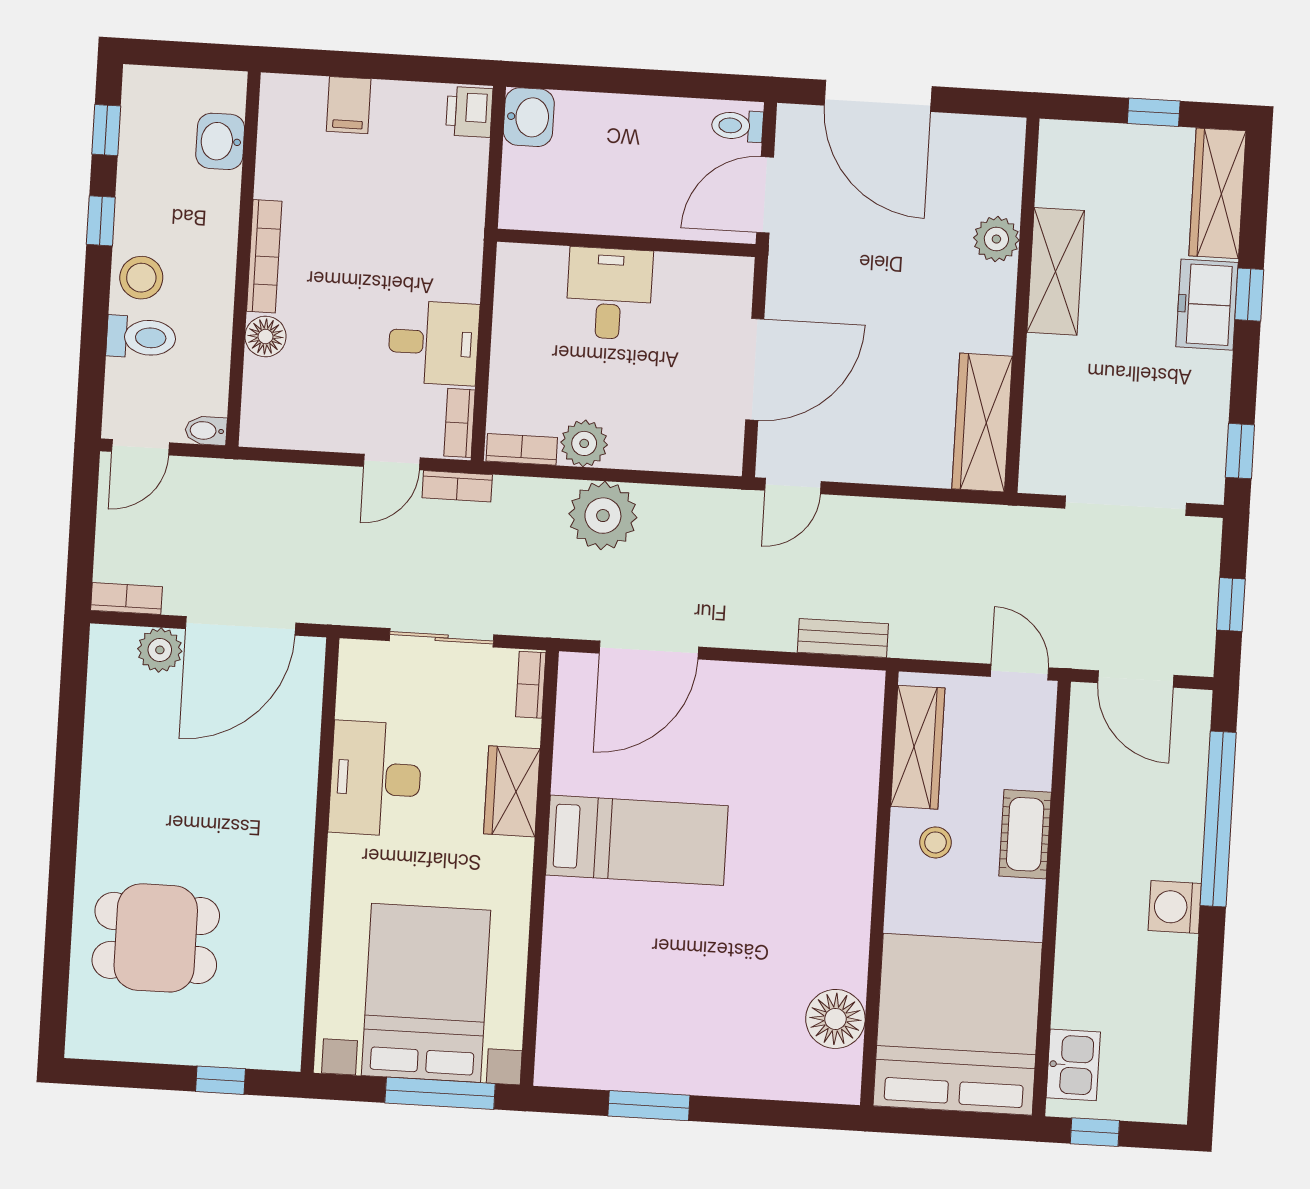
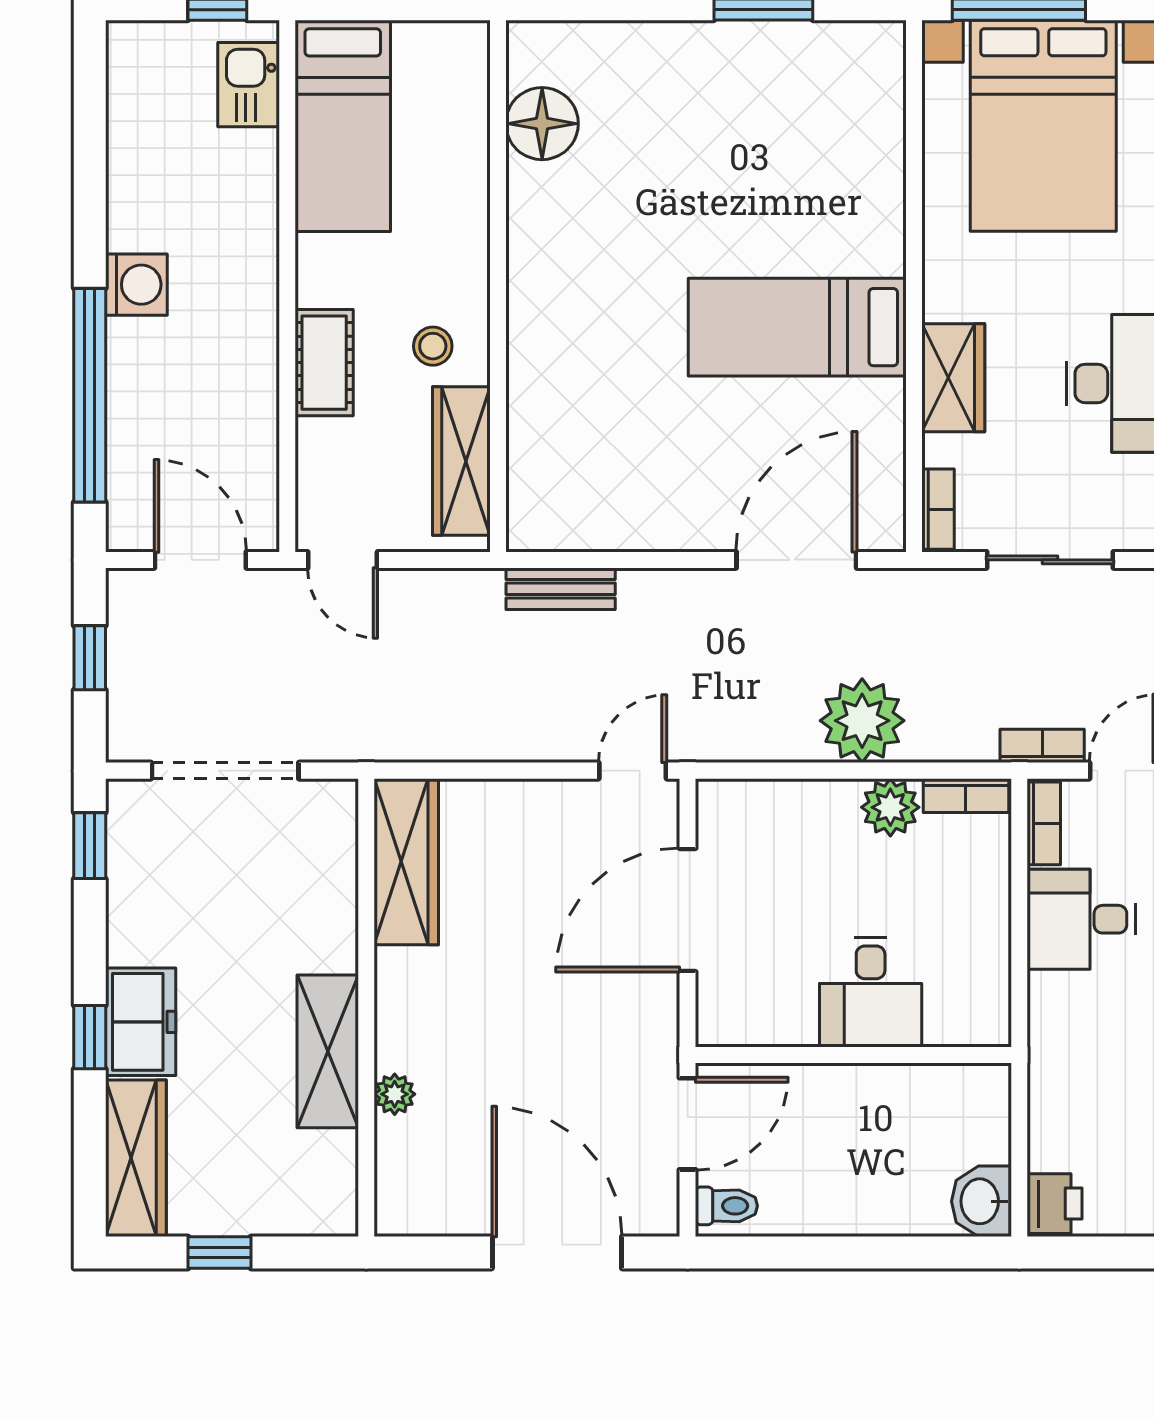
plant: (996, 239) -> (395, 1094), width x0.73, depth x0.73
bed: (958, 1024) -> (343, 126), width x0.49

